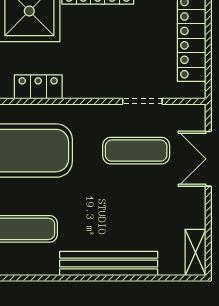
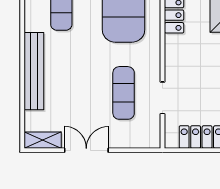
double door: (208, 159) -> (86, 150), moved

